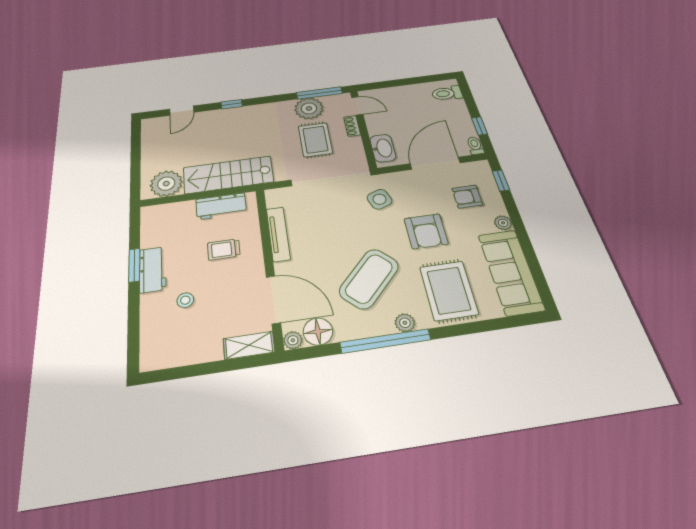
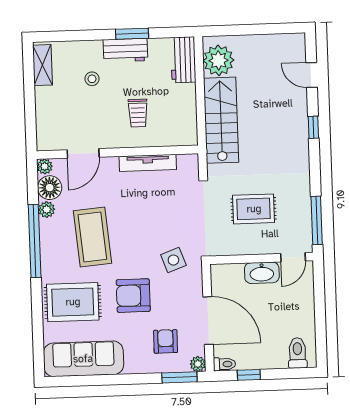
plant: (309, 108) -> (296, 207), removed
shoe rack: (352, 126) -> (266, 248), removed
washbasin: (383, 148) -> (262, 273), moved
window: (501, 181) -> (179, 377), width x1.50
workbench: (221, 206) -> (183, 60), moved
plant: (503, 223) -> (198, 364), moved
trolley: (224, 249) -> (138, 113), turned 180
coffee table: (369, 279) -> (92, 237), turned 41
door: (273, 299) -> (83, 153), width x0.73
plant: (405, 323) -> (47, 210), moved
shelving: (249, 345) -> (43, 65), moved

